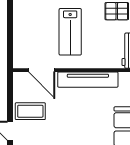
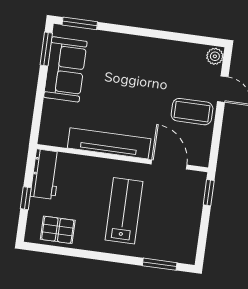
window: (10, 53) -> (209, 193), added

